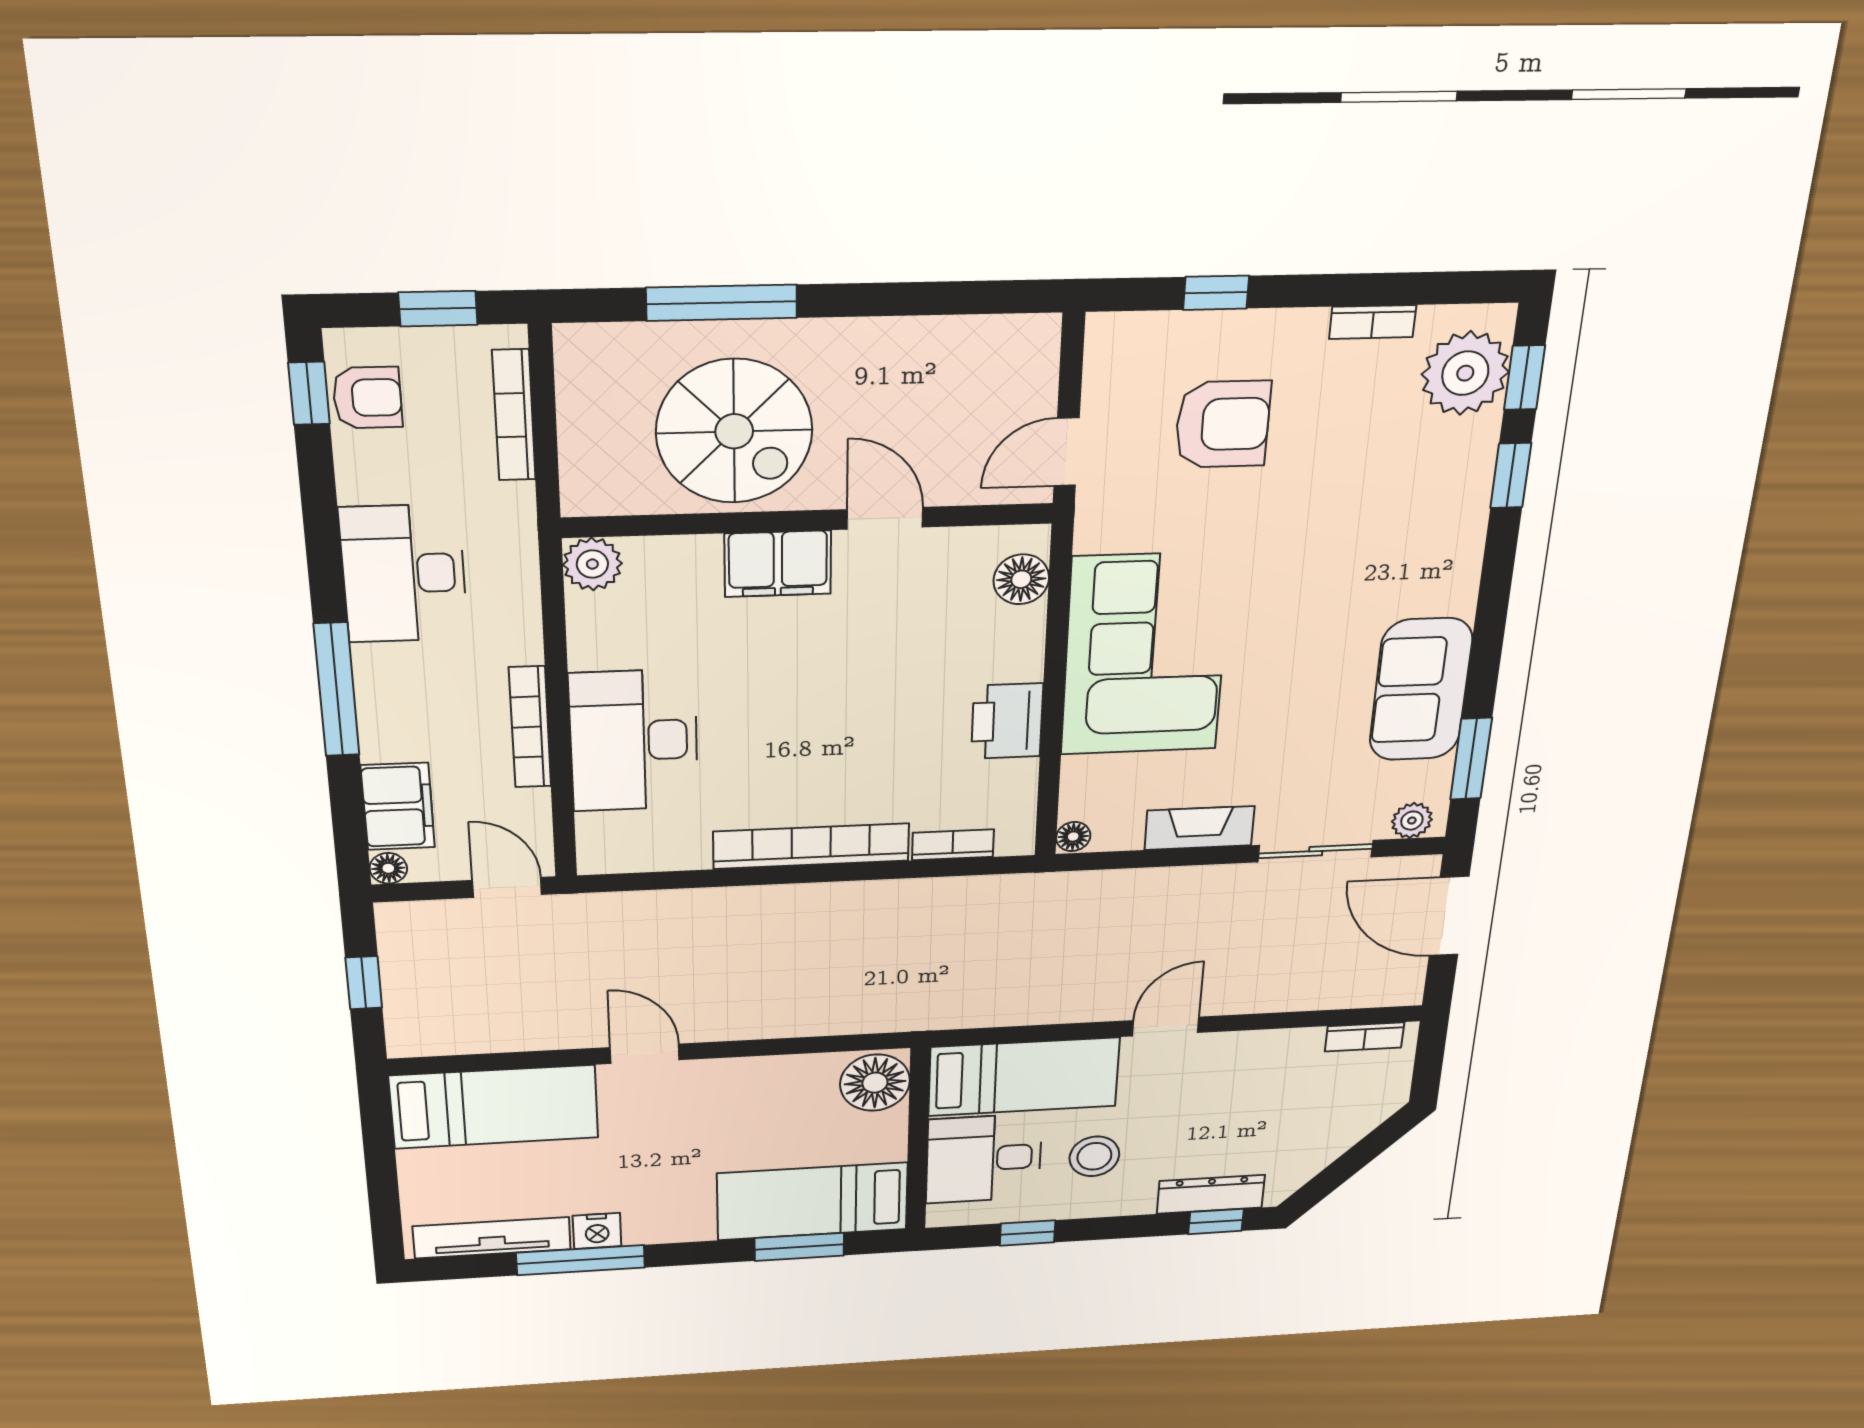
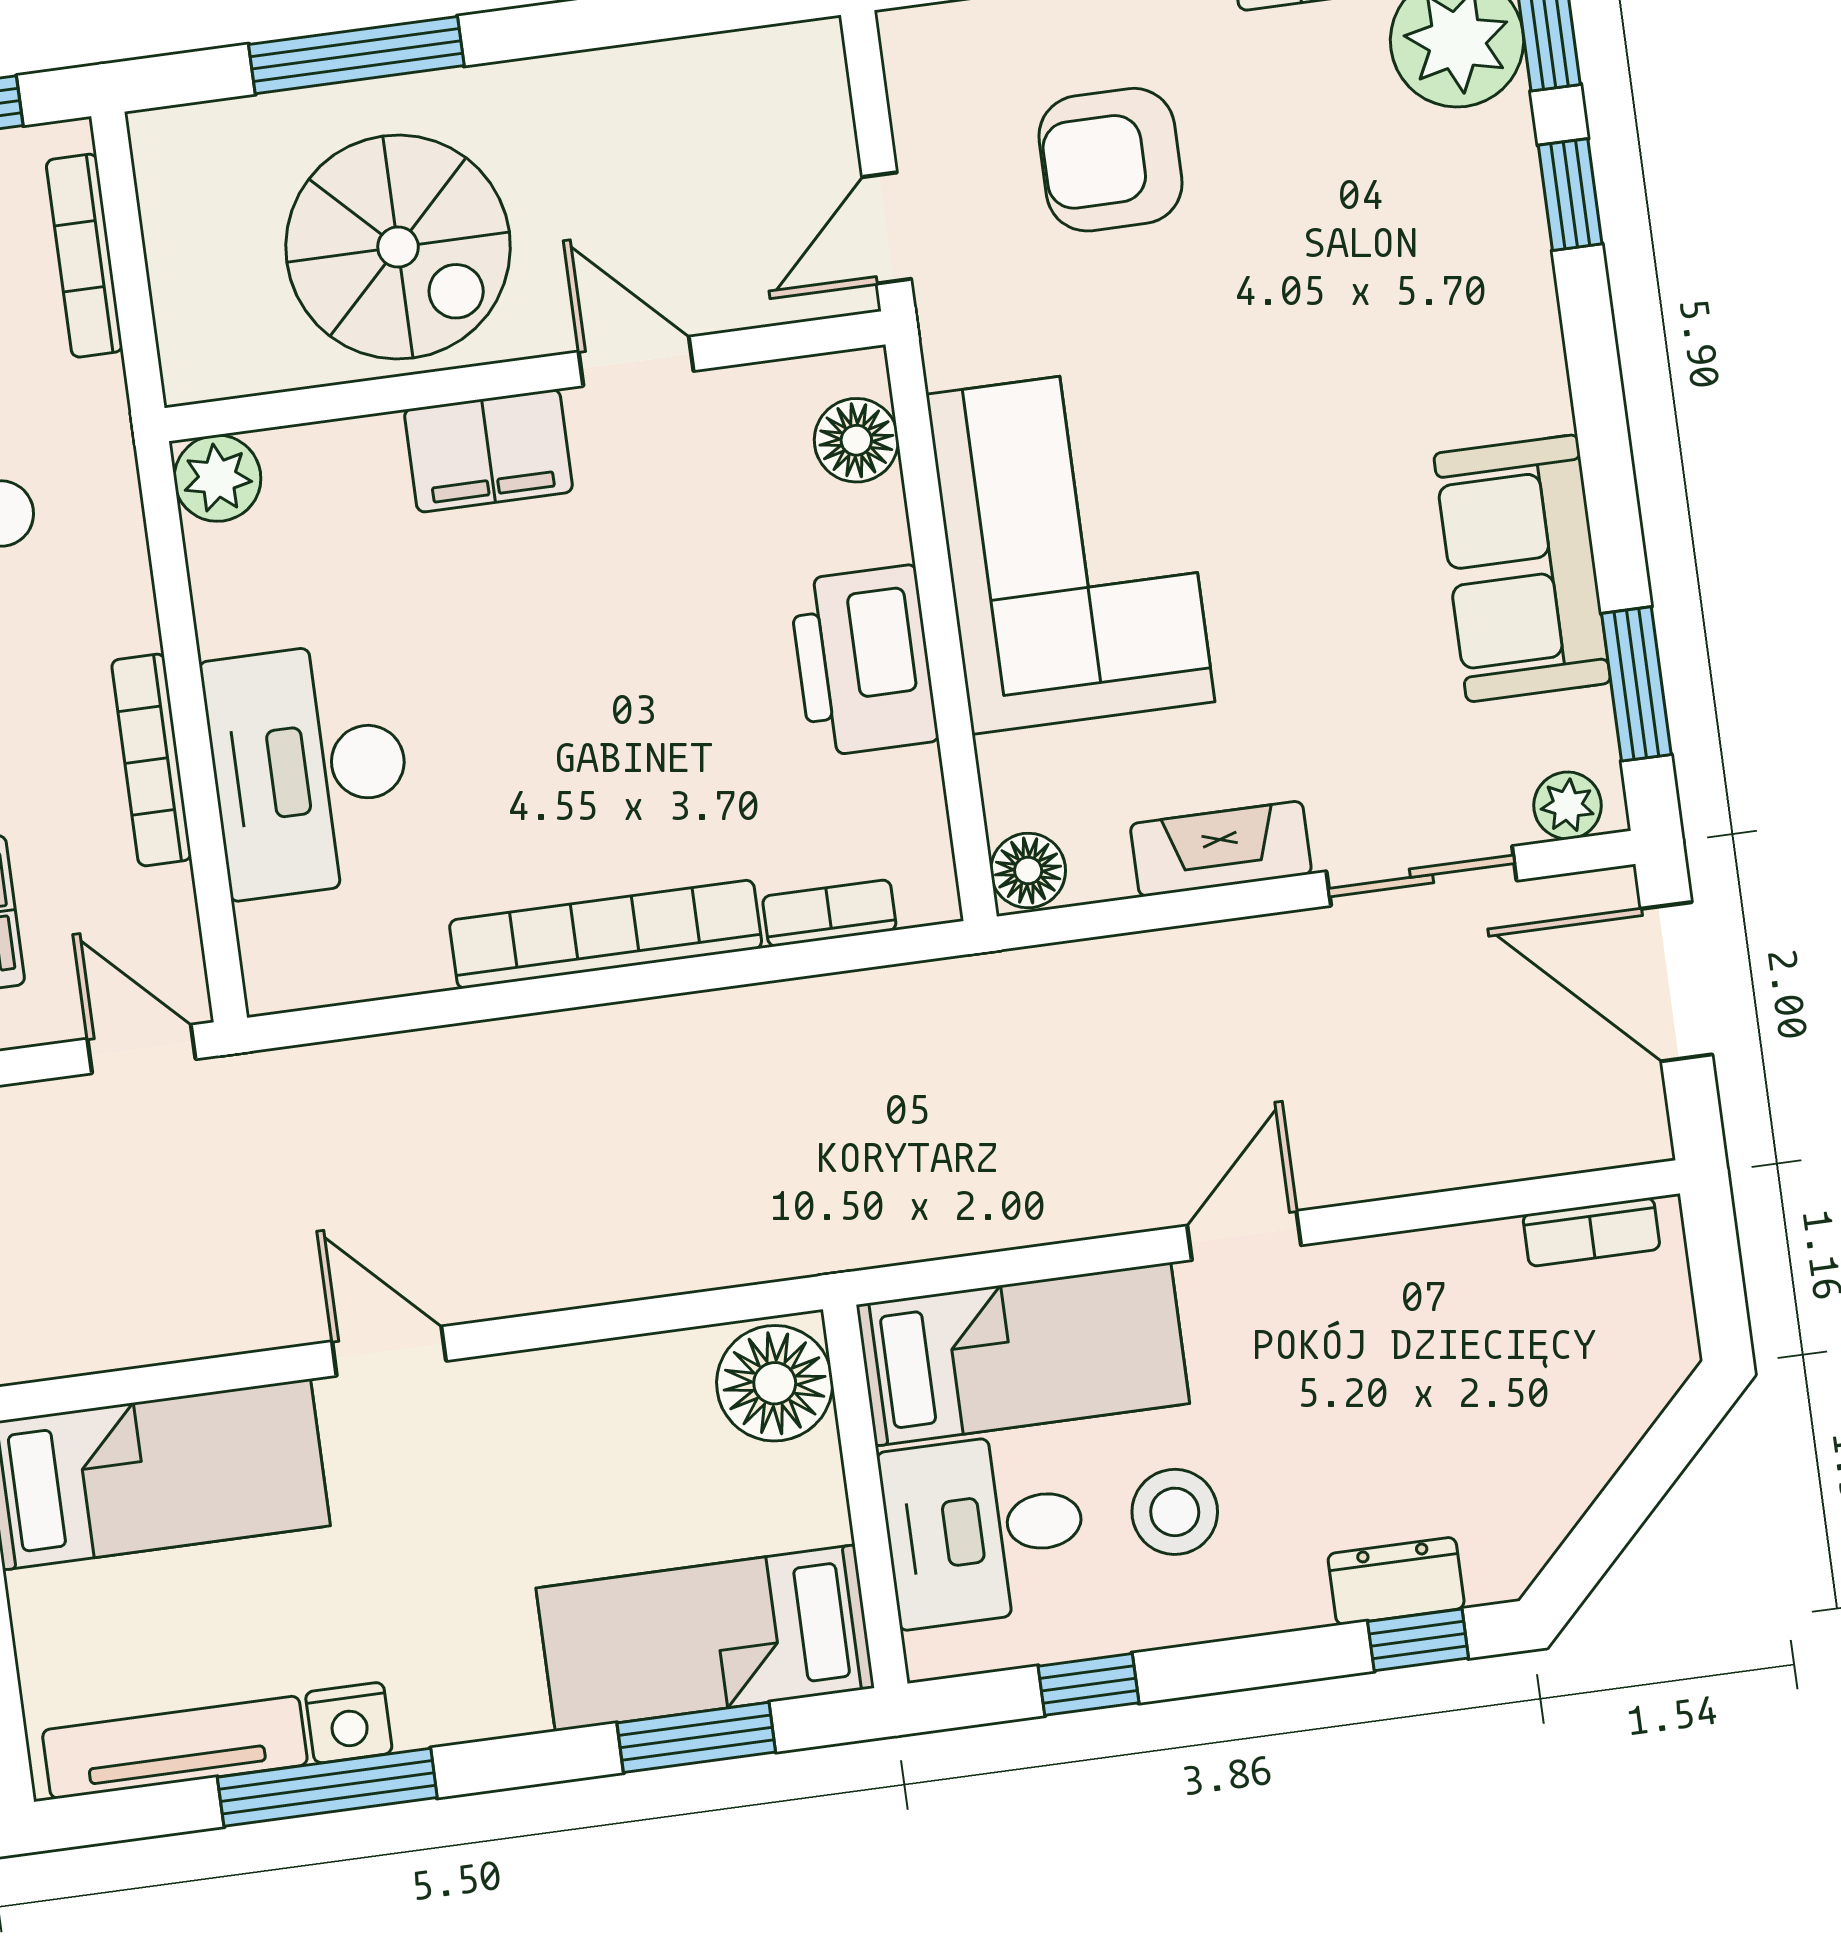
armchair: (1223, 424) -> (1111, 160), turned 180
printer: (1007, 721) -> (864, 661), width x1.37, depth x1.19
floor lamp: (1073, 837) -> (1028, 871), width x1.37, depth x1.37
dresser: (1211, 1194) -> (1396, 1581), width x0.70

